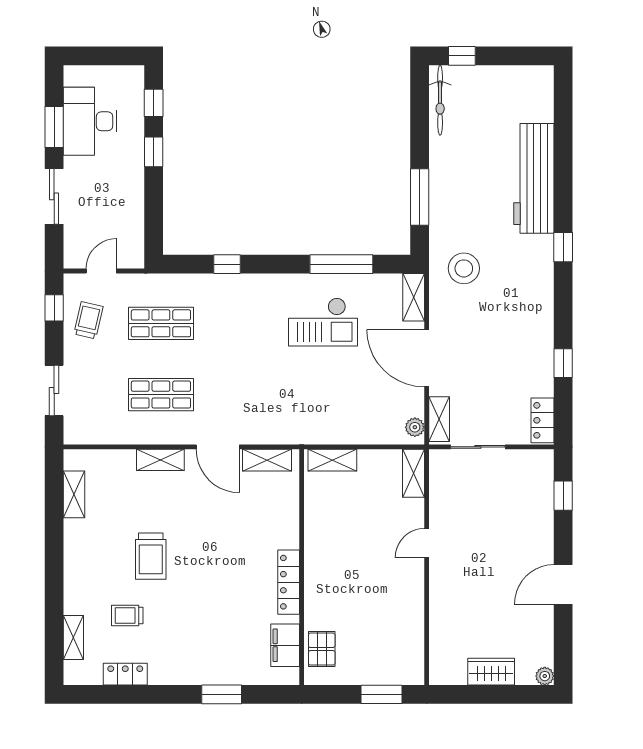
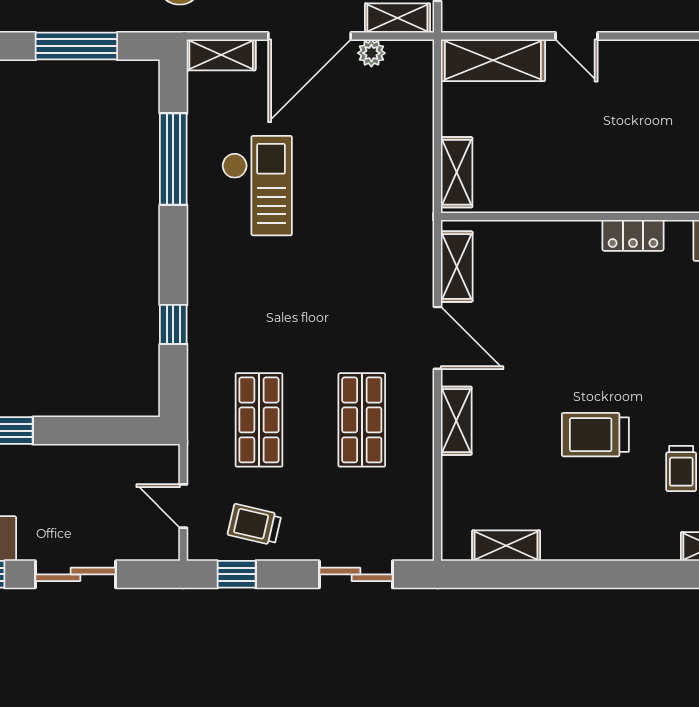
plant: (415, 427) -> (371, 53), moved
door: (218, 447) -> (437, 338), hinge flipped
shelving: (413, 473) -> (493, 60), width x1.50, depth x1.33
trolley: (151, 556) -> (595, 435), turned 180
locker: (289, 582) -> (633, 235), width x0.66

